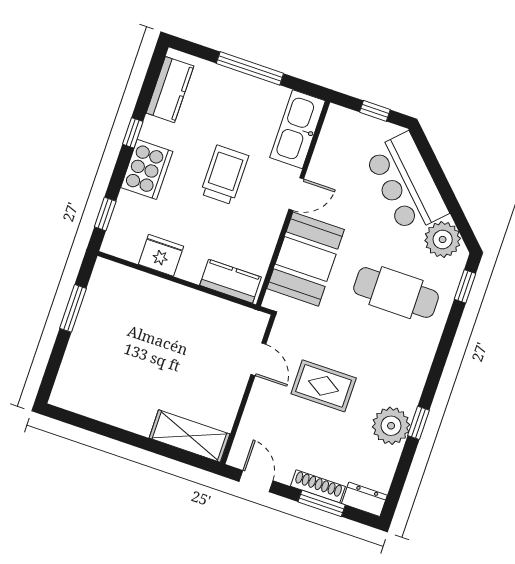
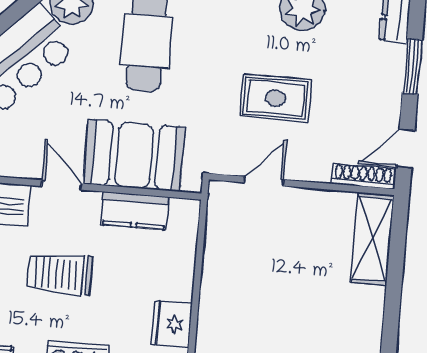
kitchen counter: (231, 281) -> (135, 211), moved, turned -90
rug: (324, 386) -> (276, 98), turned 90
shoe rack: (318, 486) -> (363, 176), moved, turned 90

